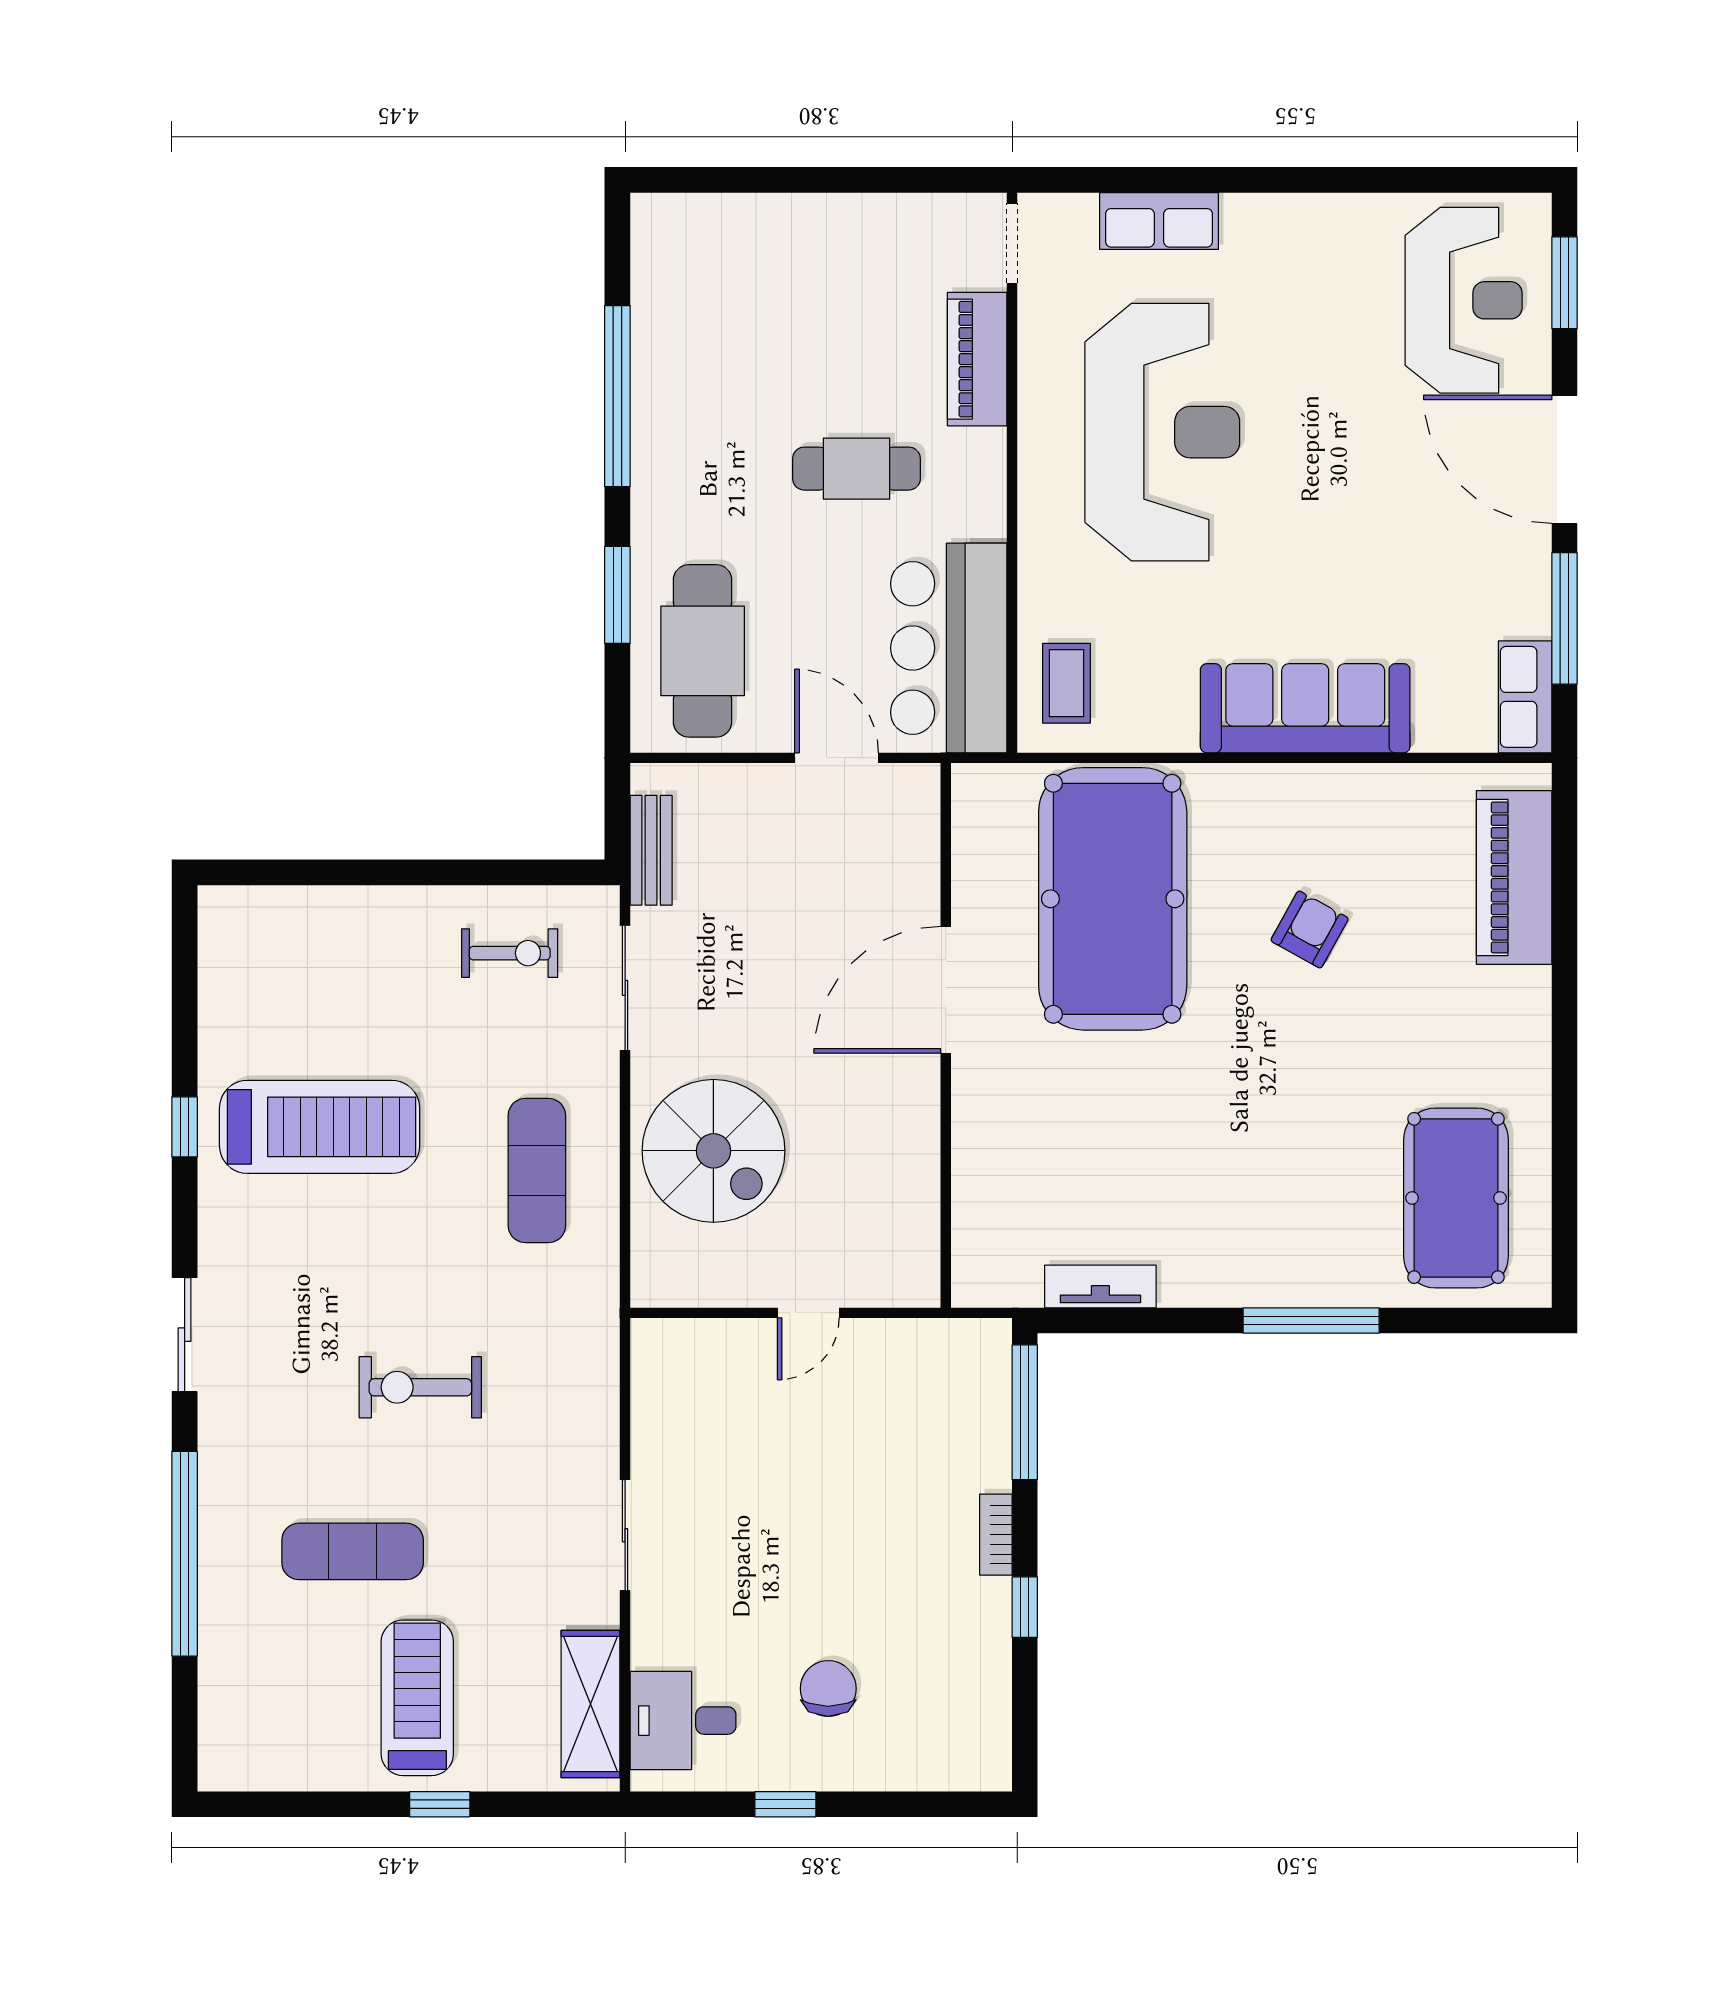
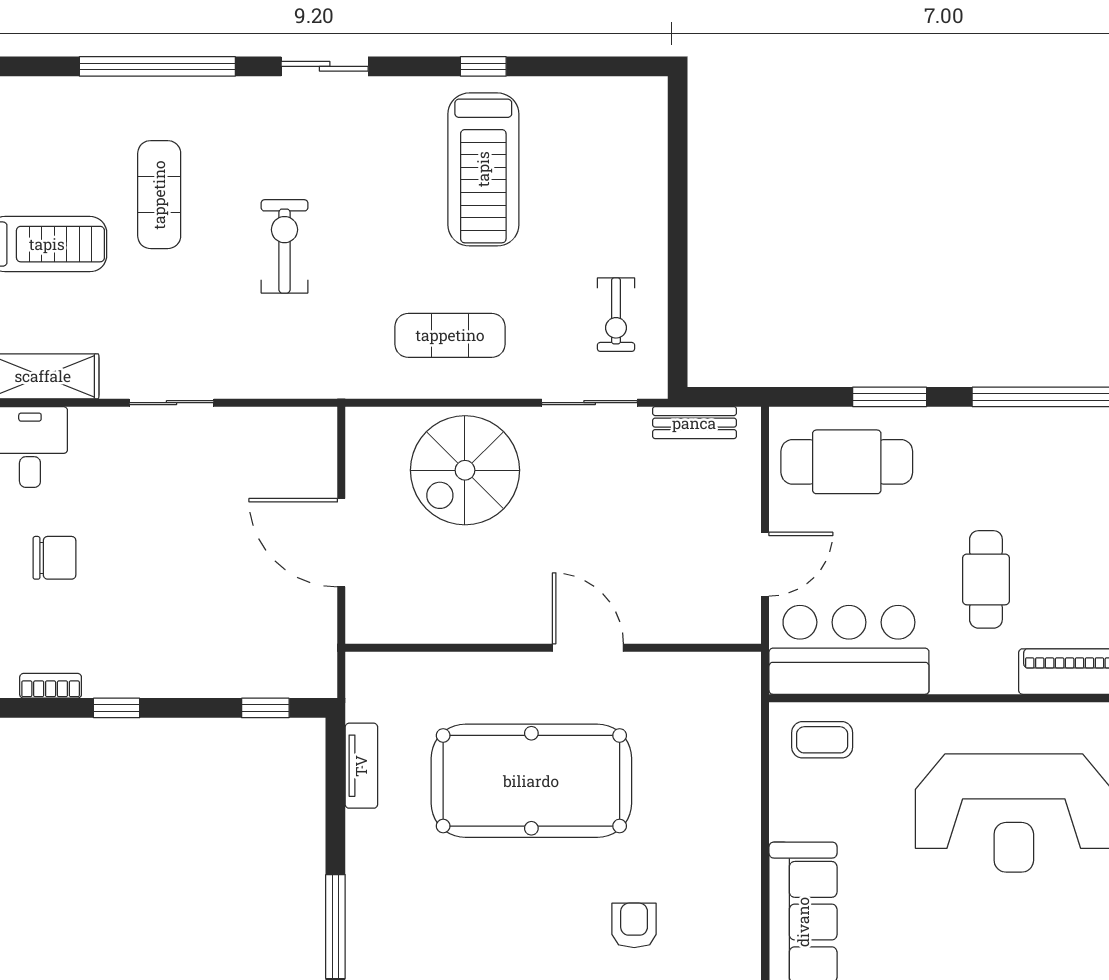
pool table: (1113, 899) -> (531, 781), moved
armchair: (1310, 929) -> (634, 925), turned -119
door: (946, 990) -> (588, 648), width x0.73
door: (808, 1313) -> (341, 543), width x1.87
window: (1025, 1412) -> (265, 708), width x0.46
bookcase: (996, 1535) -> (51, 686), moved

